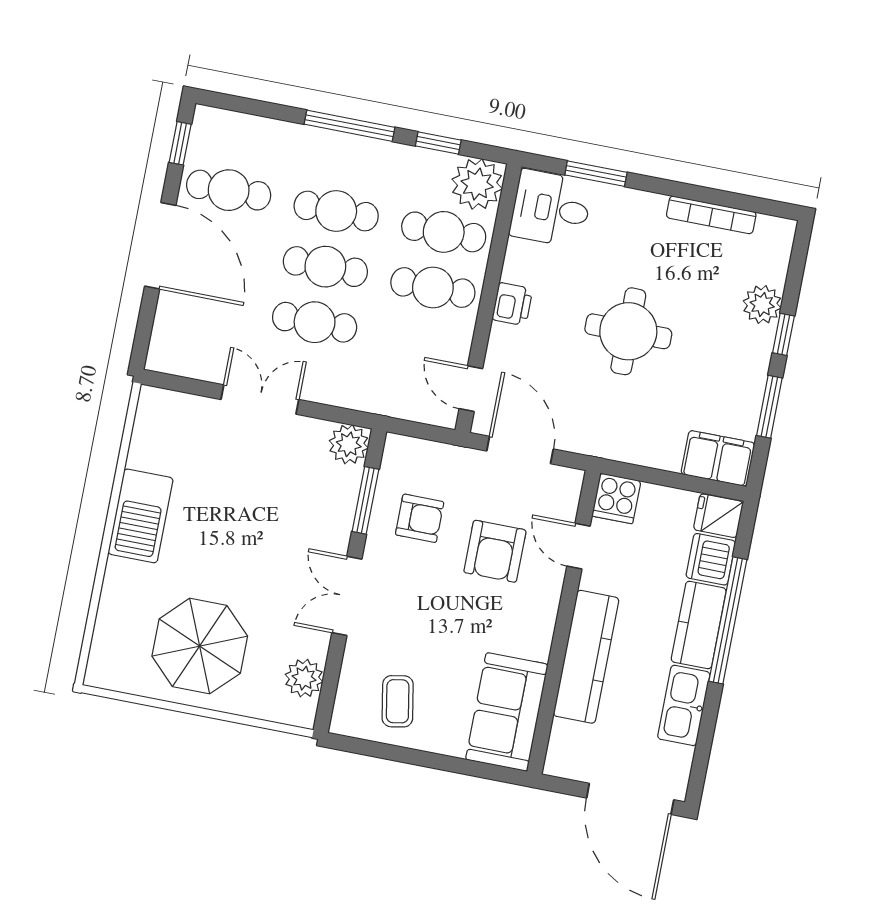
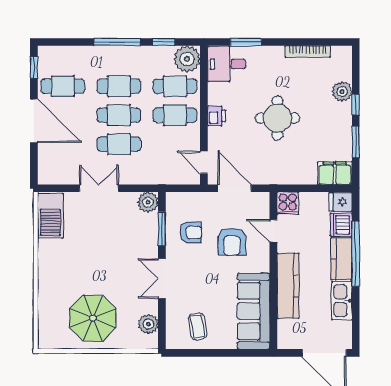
barbecue: (141, 516) -> (50, 216), moved
sofa: (507, 712) -> (254, 311), width x1.36

